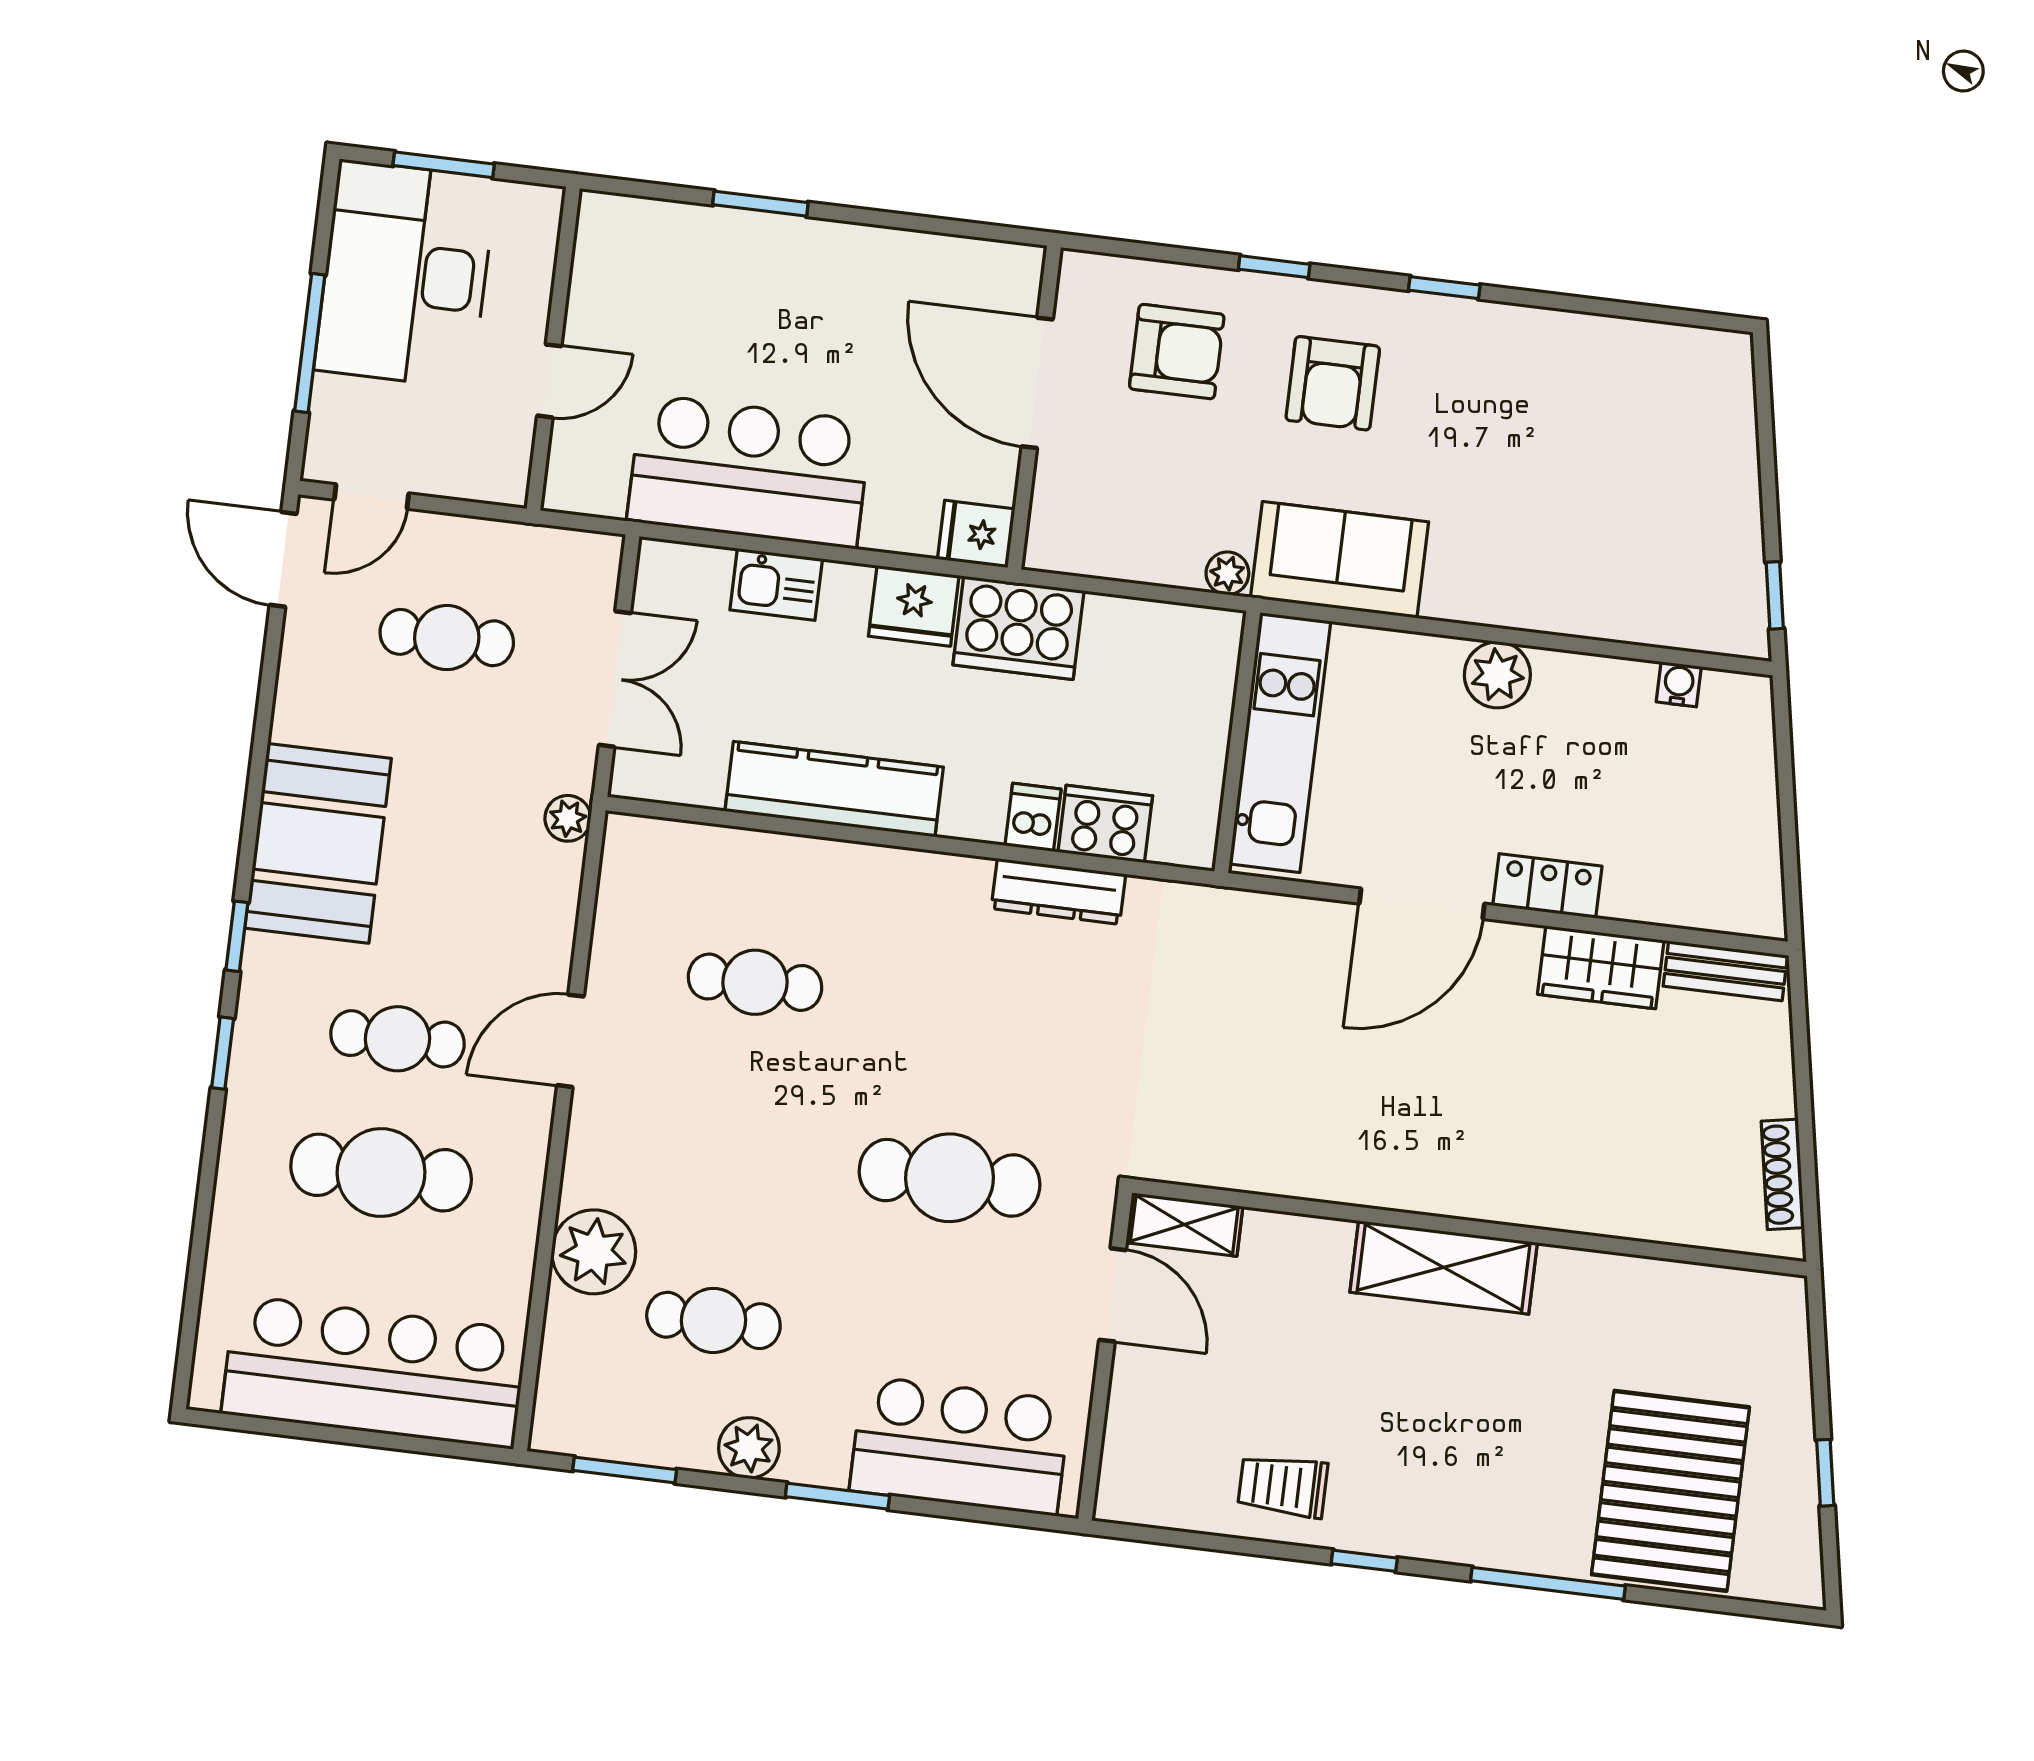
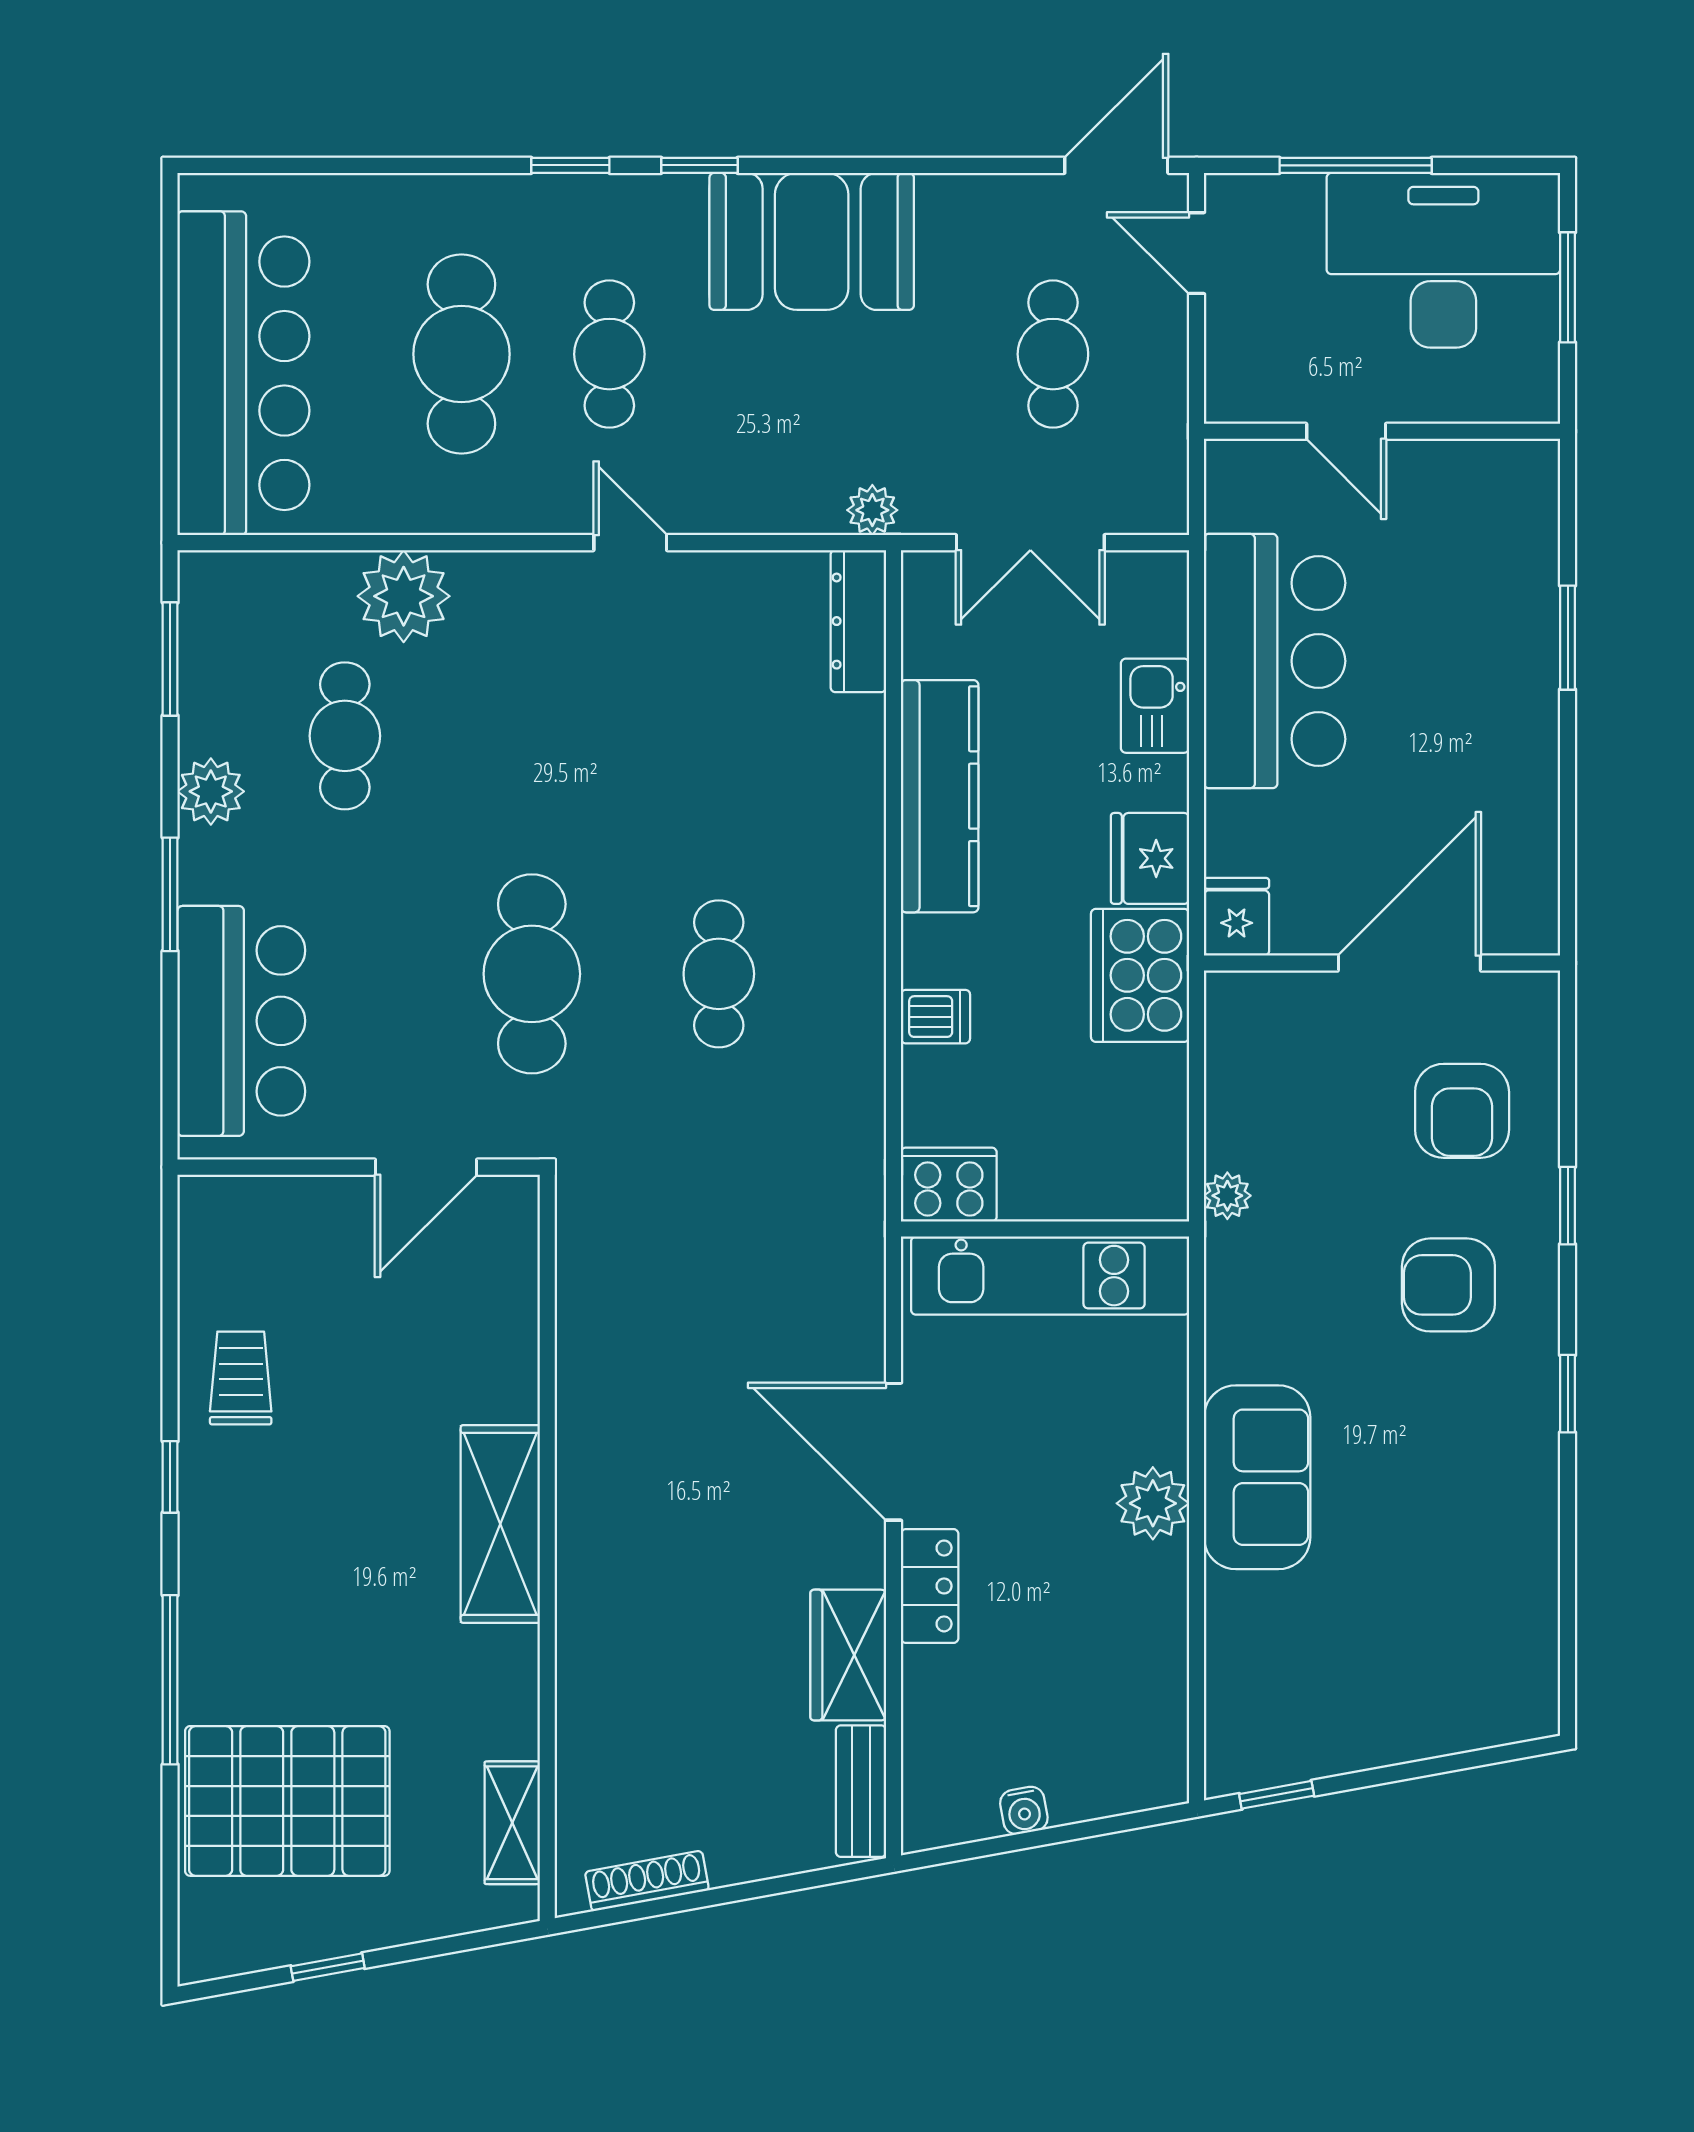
sofa: (1340, 560) -> (1257, 1477), moved
water cooler: (1679, 684) -> (1024, 1810), moved, turned 80
cooker: (1105, 824) -> (949, 1185), moved, turned -90
dresser: (1058, 891) -> (858, 621), moved
cafe table: (755, 982) -> (719, 974), moved
door: (570, 1041) -> (630, 543), width x0.73
shelving: (1184, 1225) -> (512, 1823), moved

